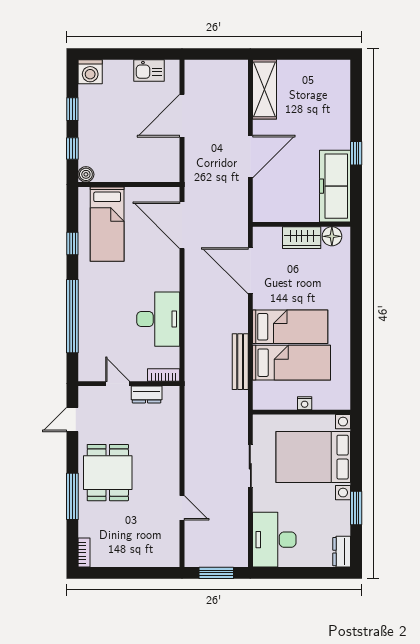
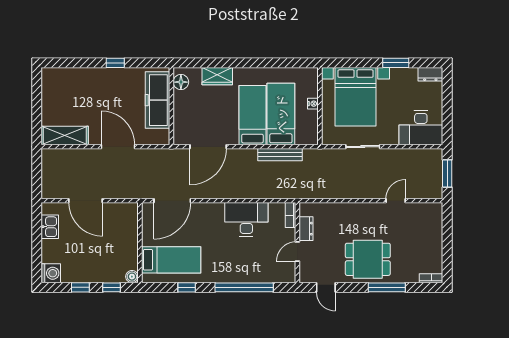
freezer: (335, 186) -> (157, 100), moved, turned 90
wardrobe: (302, 238) -> (217, 76), moved, turned 90

